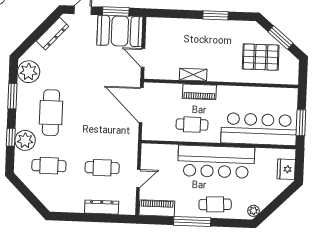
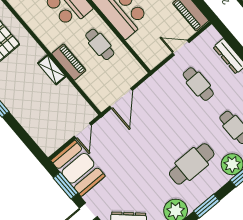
shelving: (193, 75) -> (52, 70), moved
door: (141, 105) -> (121, 98), width x0.73

